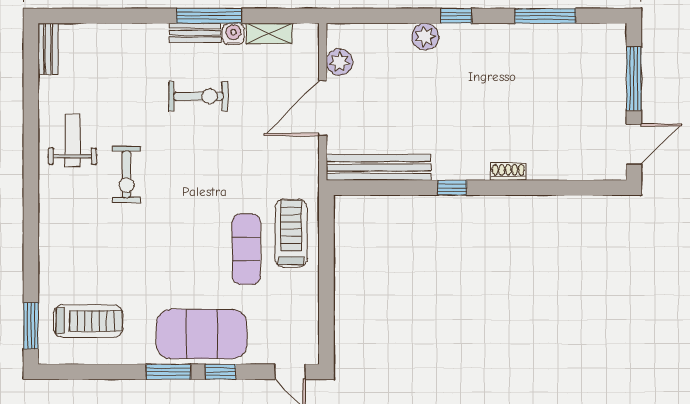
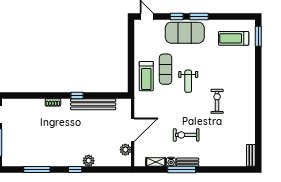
weight bench: (72, 141) -> (188, 81), moved
bench: (379, 167) -> (93, 104), moved

